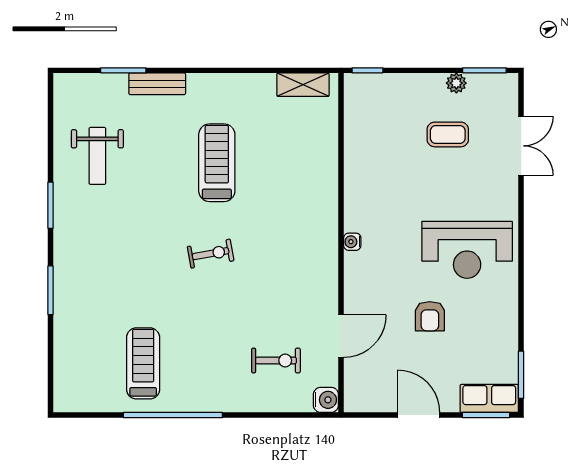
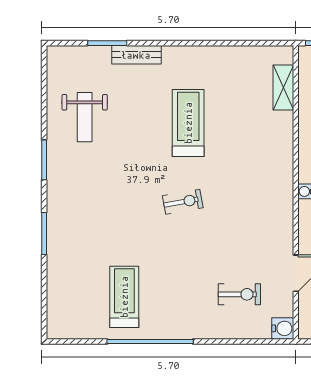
shelving: (303, 85) -> (283, 87), moved, turned 90

